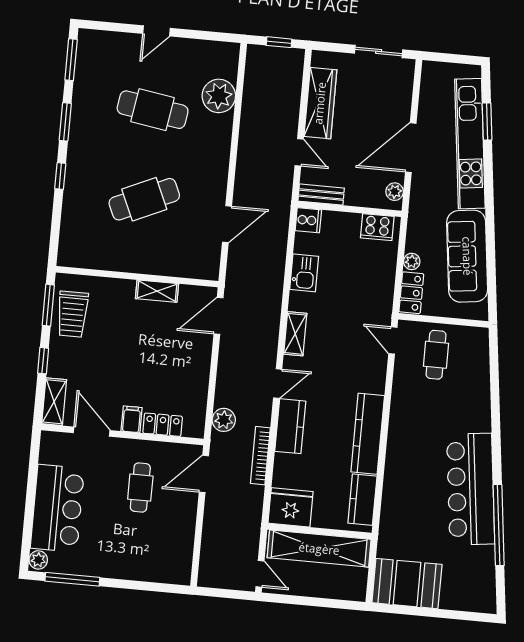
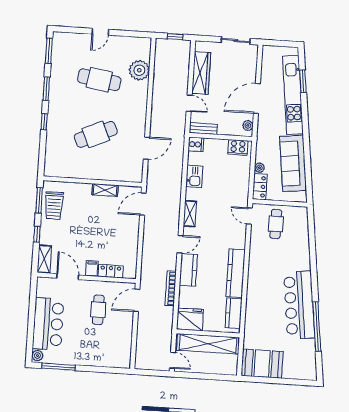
plant: (224, 420) -> (148, 267), removed

